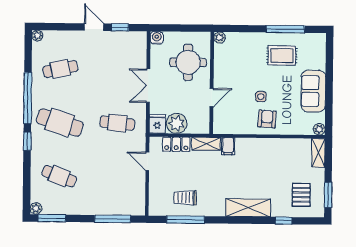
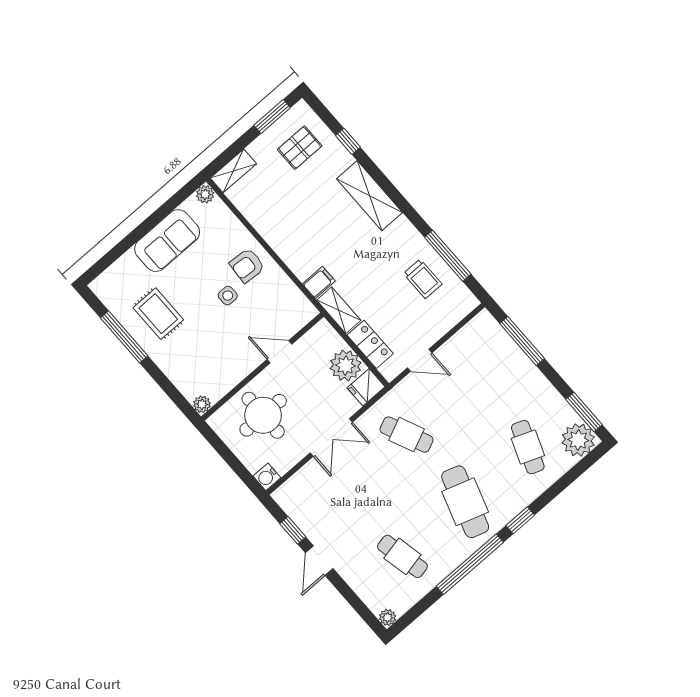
cafe table: (117, 123) -> (407, 435), turned -30
door: (147, 161) -> (420, 360), hinge flipped
plant: (36, 208) -> (578, 440), width x1.88, depth x1.88

